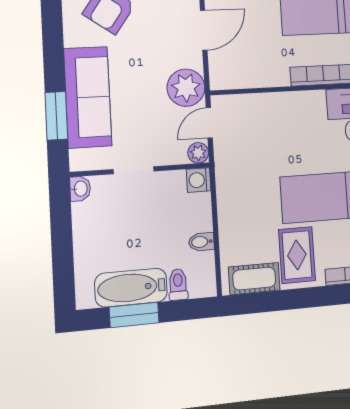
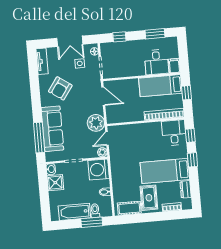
door: (204, 30) -> (103, 96), hinge flipped
window: (56, 116) -> (39, 137), width x1.44
washing machine: (199, 180) -> (99, 170), width x1.89, depth x1.89
shower: (90, 220) -> (55, 183), added
window: (134, 315) -> (92, 222), moved

